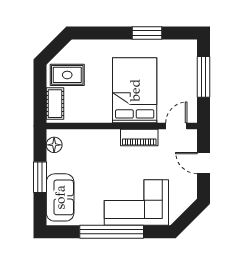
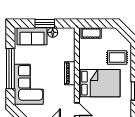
rug: (67, 75) -> (117, 57), moved, turned 90
piano: (139, 137) -> (70, 73), moved
floor lamp: (54, 145) -> (53, 32), moved

